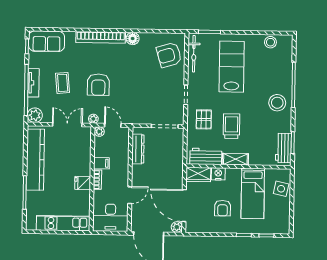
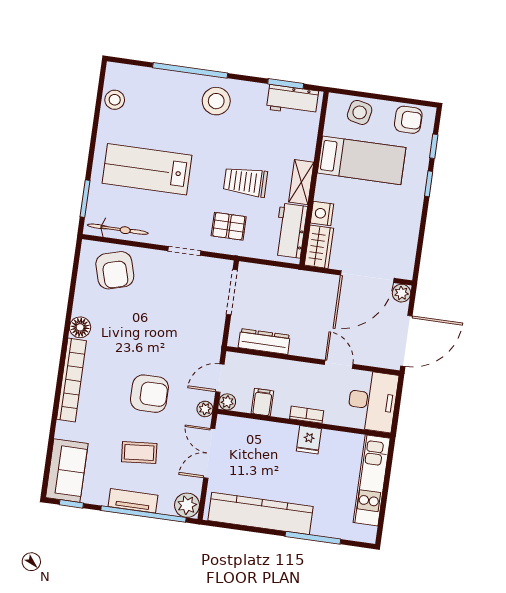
filing cabinet: (101, 163) -> (262, 402), moved
armchair: (223, 208) -> (408, 120), moved

